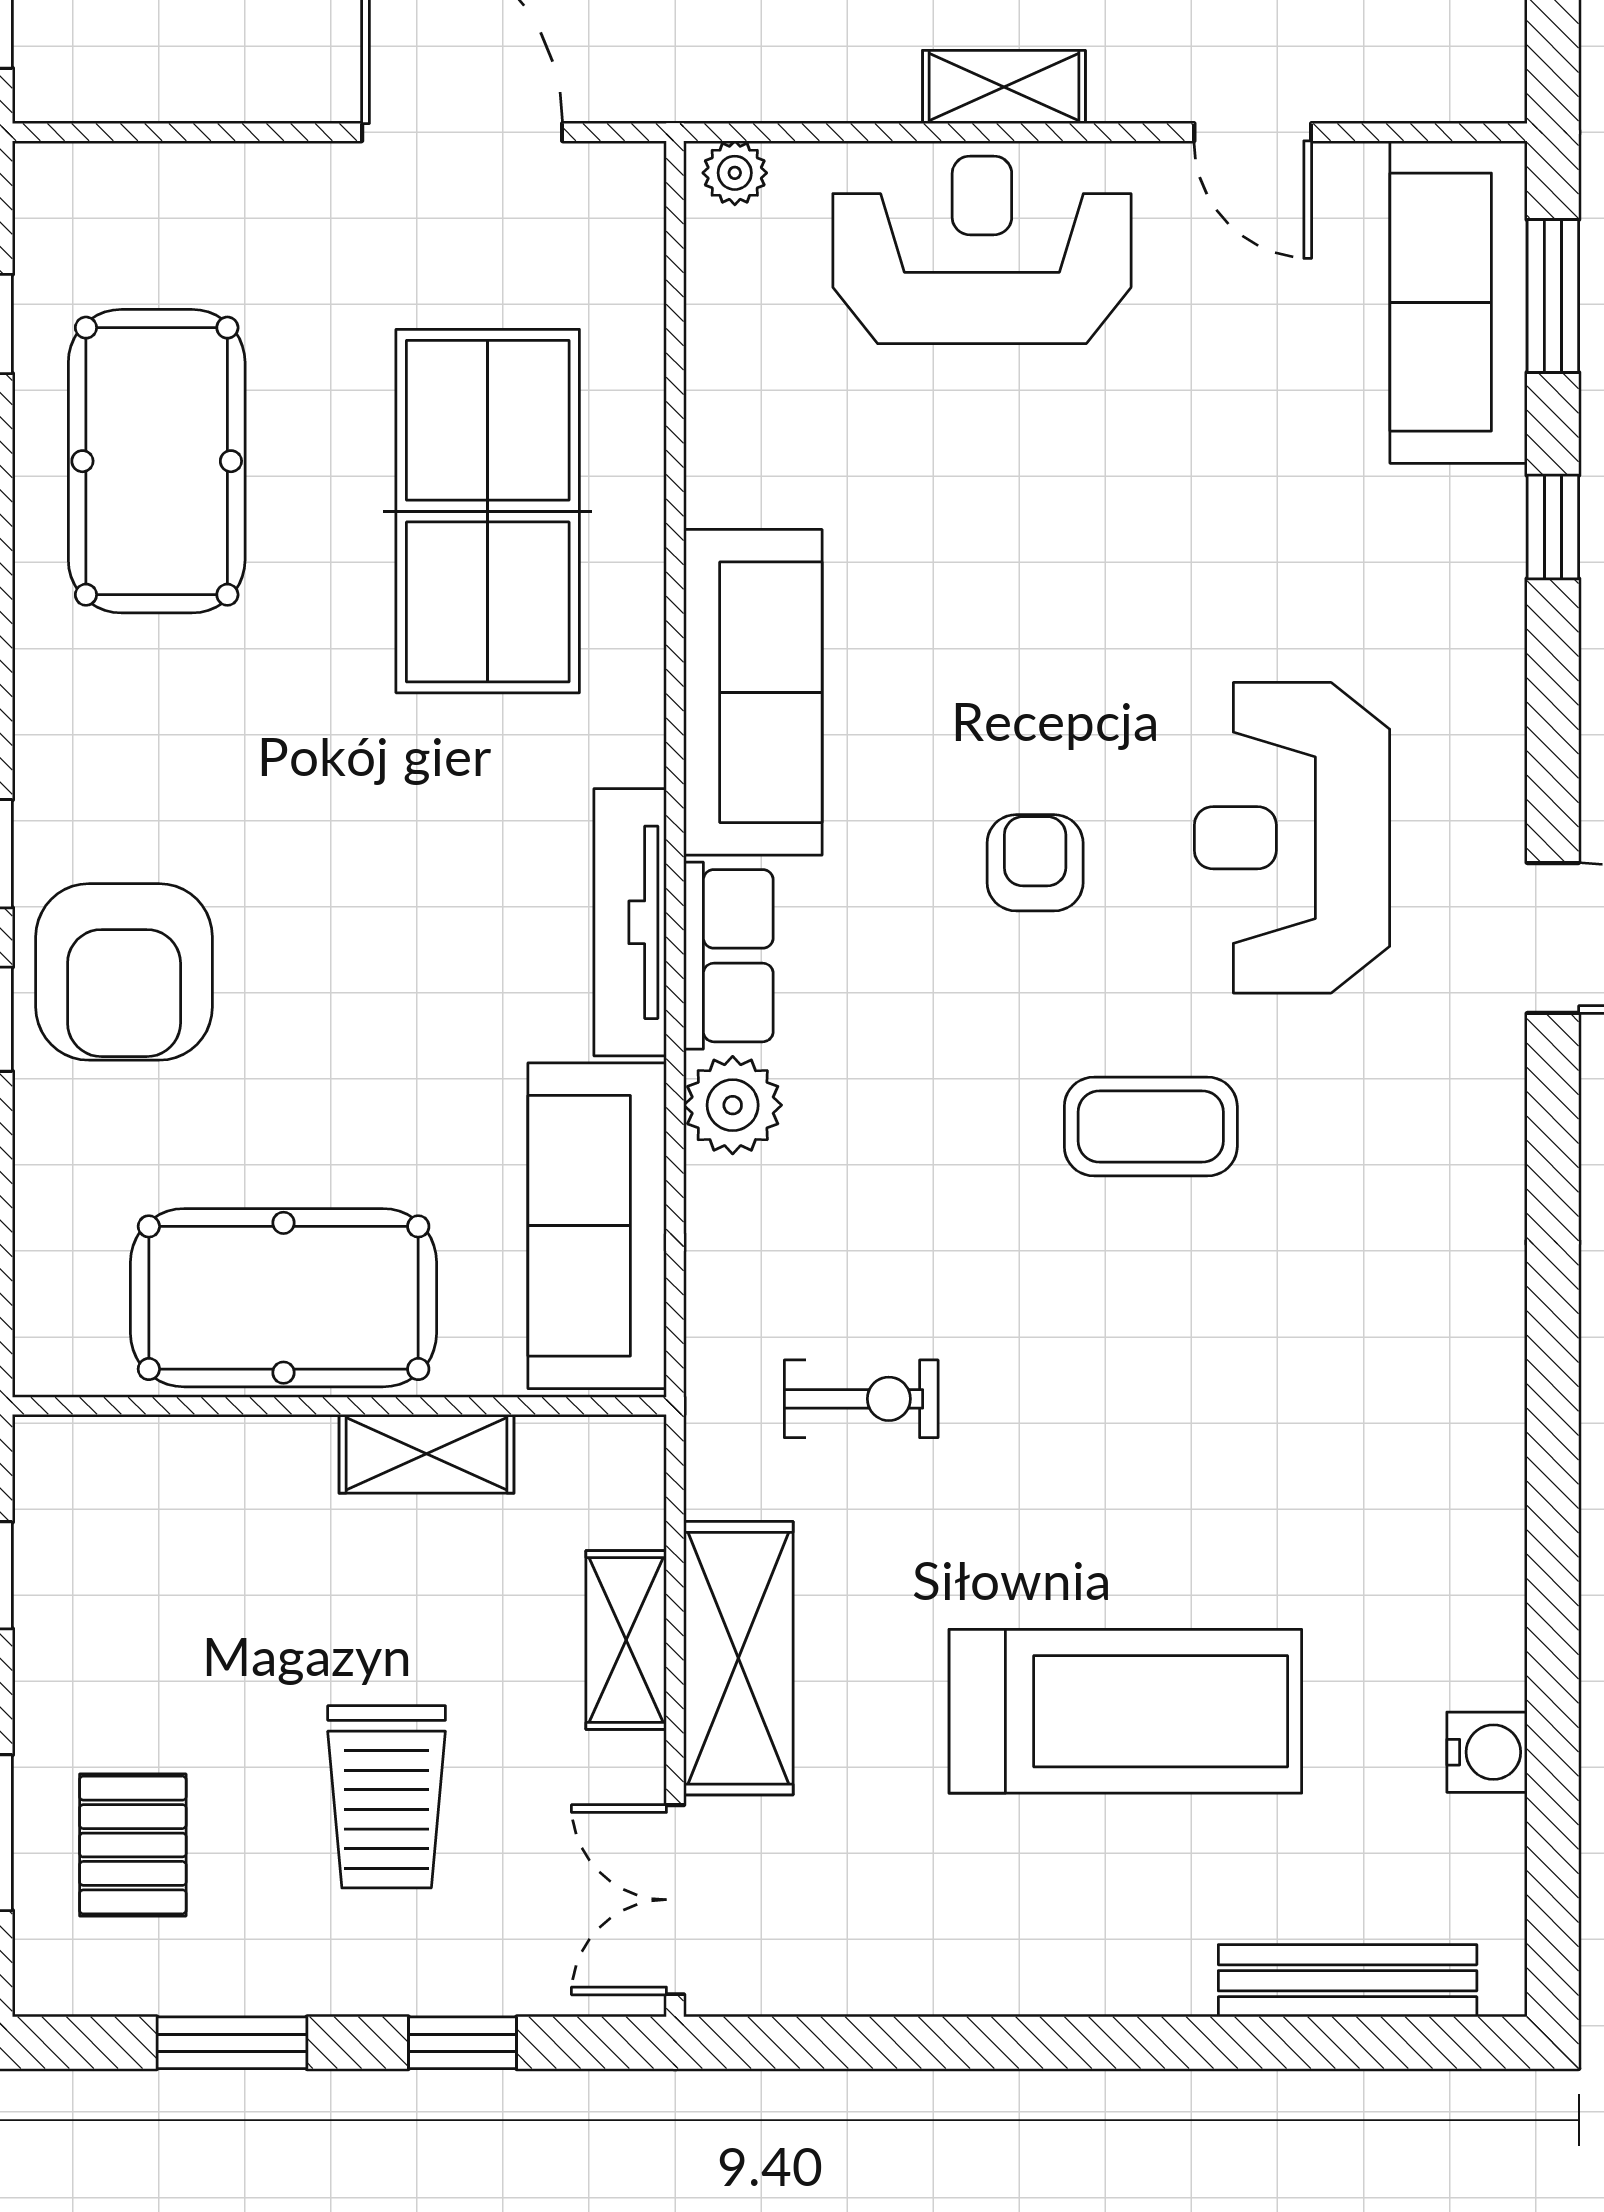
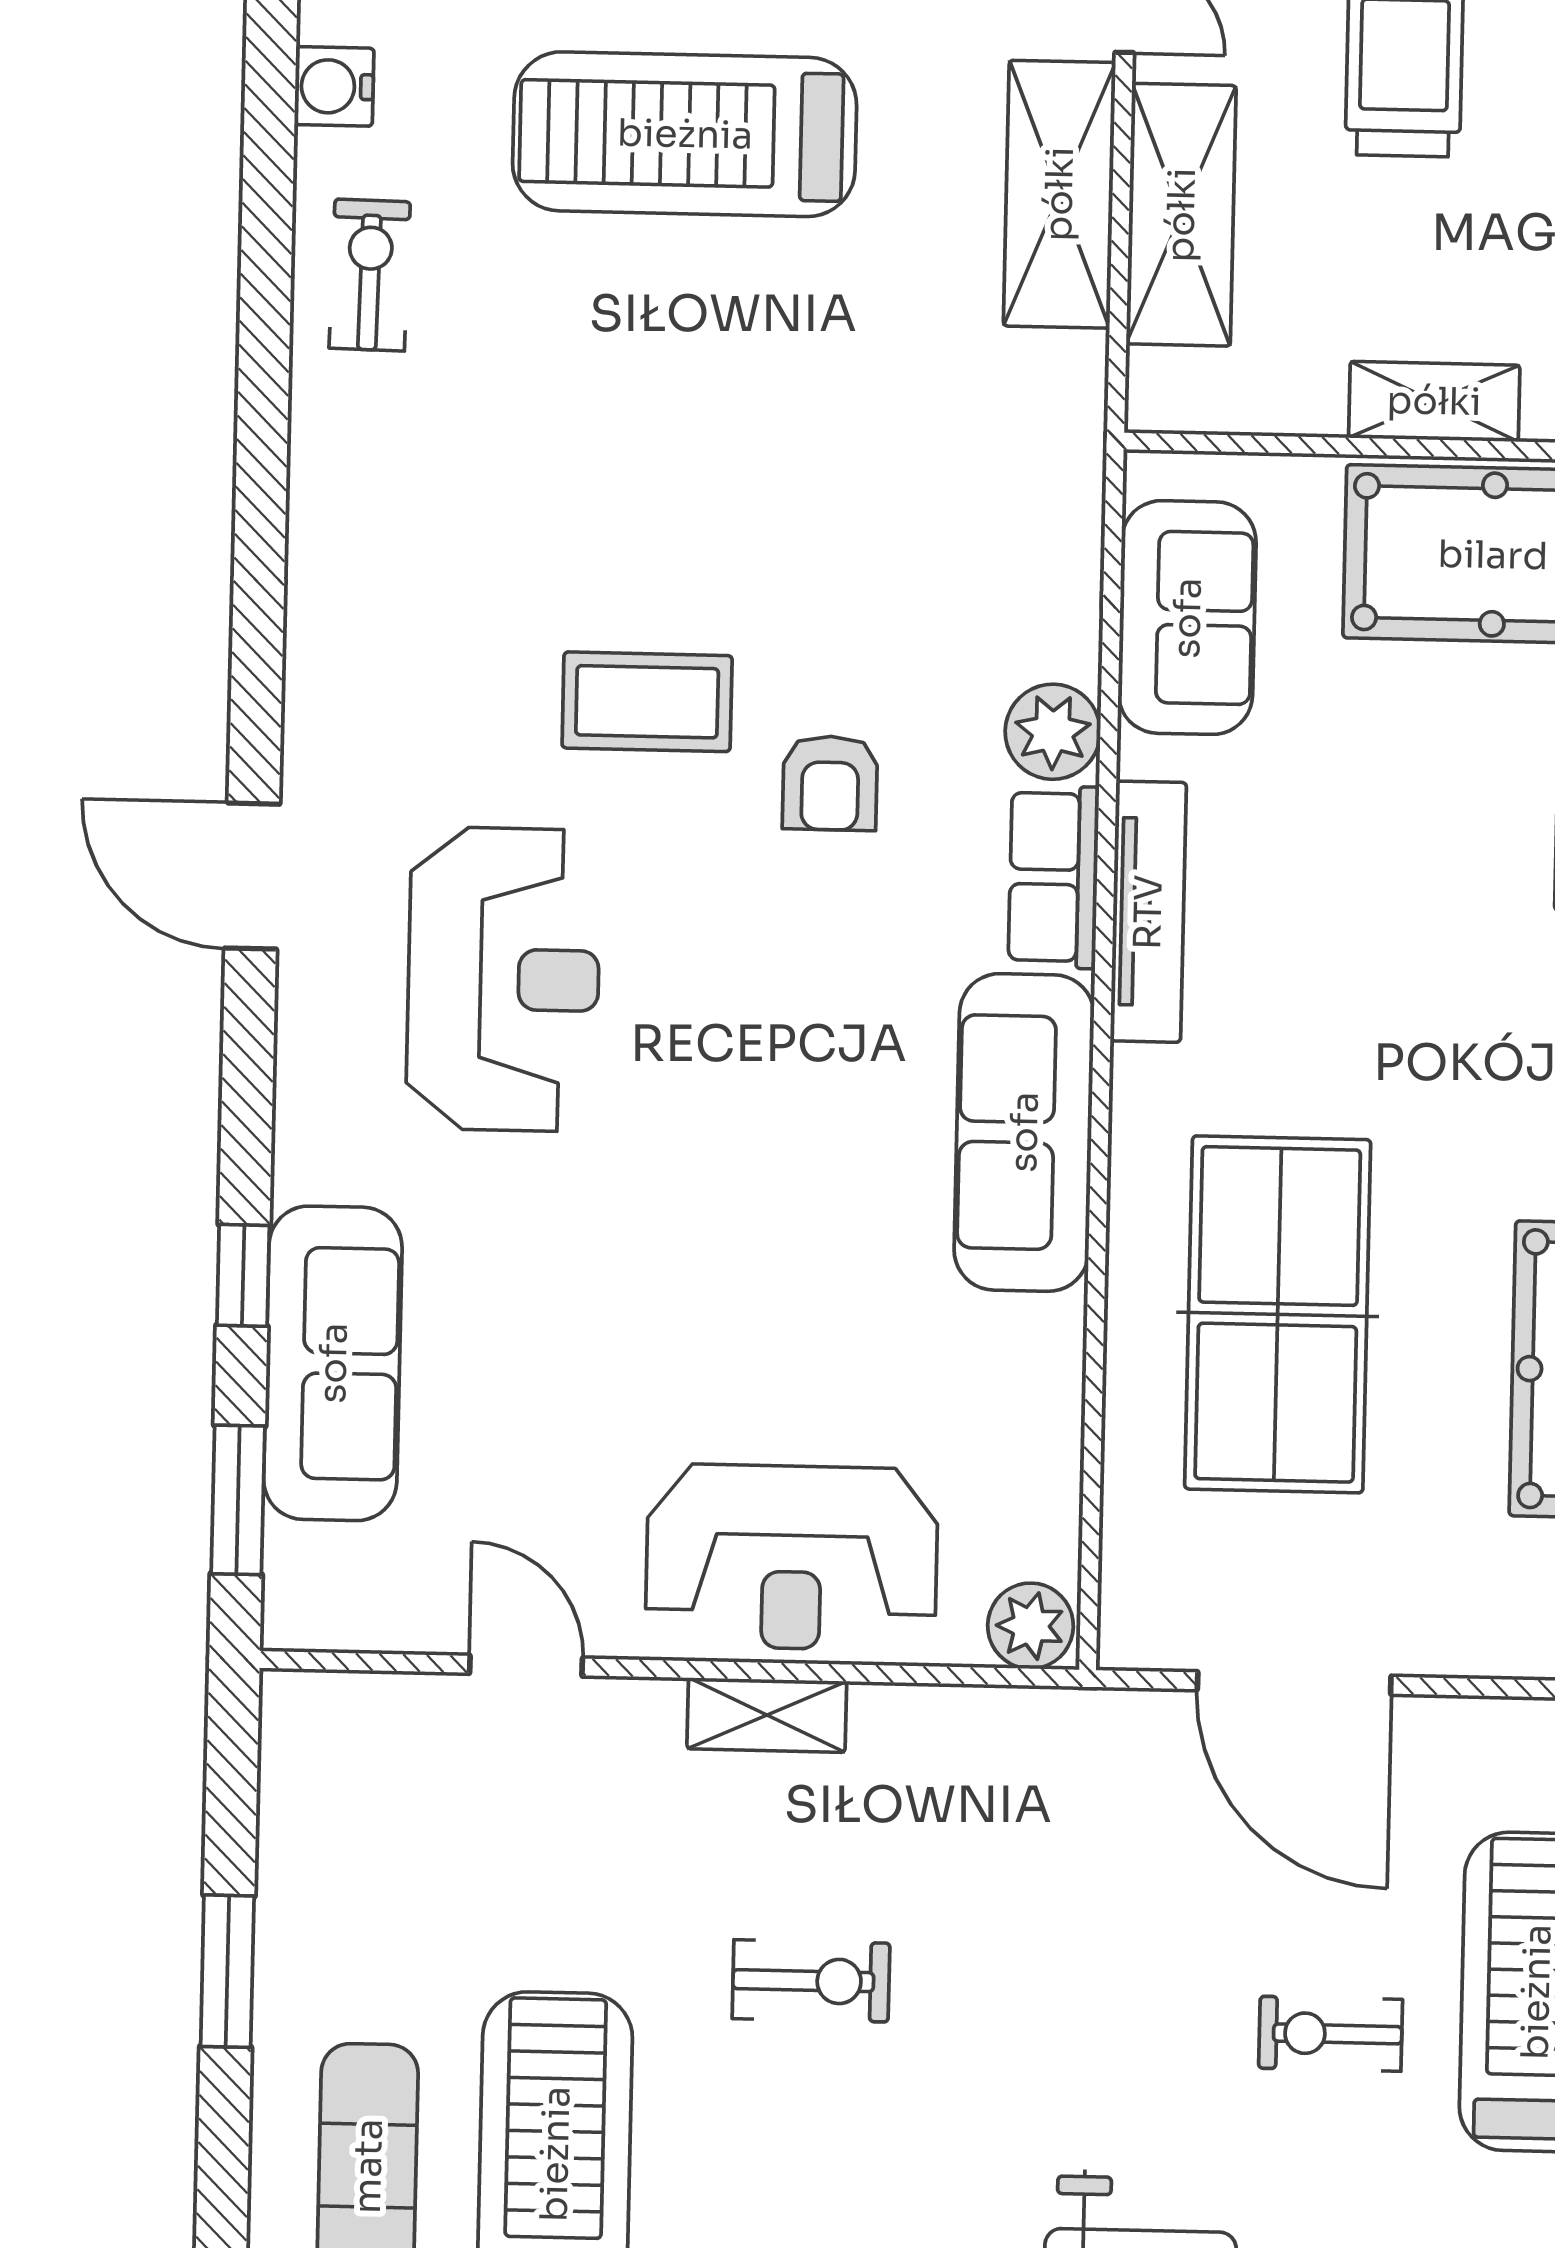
plant: (735, 173) -> (1030, 1626), width x1.38, depth x1.38
sofa: (1459, 302) -> (333, 1363), moved
armchair: (1035, 863) -> (830, 783), moved
sofa: (597, 1226) -> (1187, 618), width x0.73
exercise bike: (861, 1399) -> (370, 275), moved, turned 91
shelving: (427, 1454) -> (1434, 401), moved
shelving: (626, 1640) -> (1181, 215), width x1.50, depth x1.33

